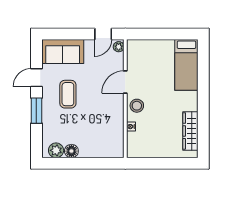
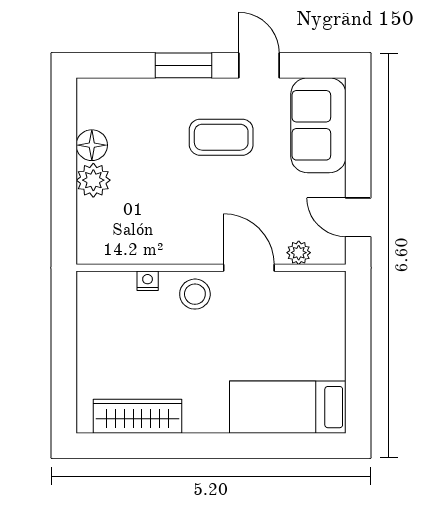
plant: (119, 47) -> (299, 253), moved
plant: (56, 150) -> (93, 180), moved

